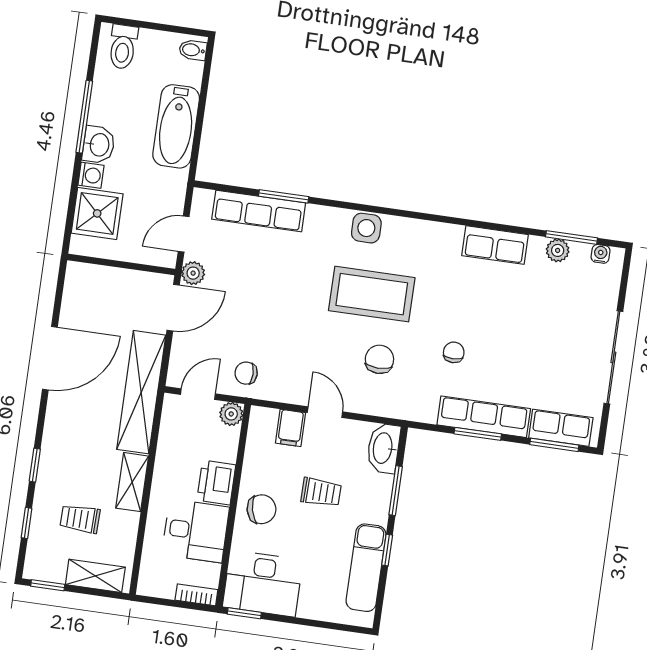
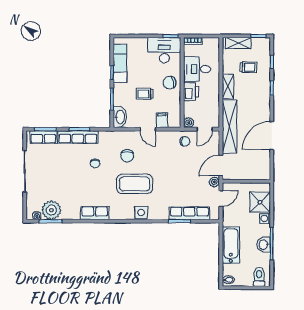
washbasin: (99, 145) -> (264, 245), moved
row of seats: (495, 245) -> (95, 213), moved
plant: (558, 250) -> (51, 210), width x1.88, depth x1.88

